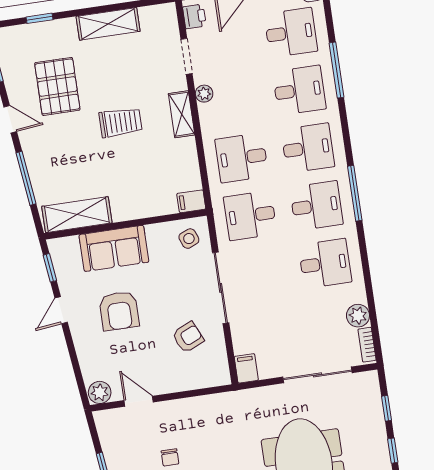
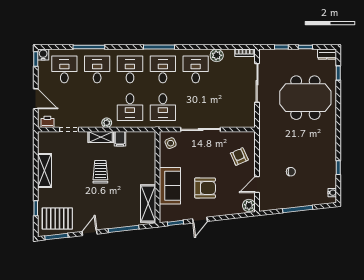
pallet: (57, 86) -> (57, 219), moved
plant: (204, 94) -> (107, 123), moved
filing cabinet: (191, 201) -> (120, 139), moved
door: (61, 310) -> (200, 220), hinge flipped
plant: (358, 316) -> (217, 55), moved
armchair: (188, 337) -> (239, 157), moved
filing cabinet: (246, 368) -> (248, 122), removed

